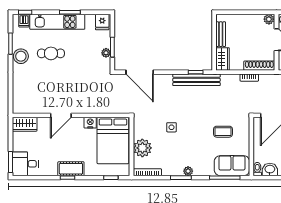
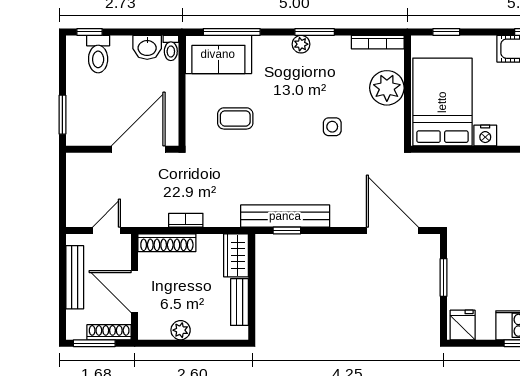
plant: (269, 19) -> (181, 330), moved
plant: (106, 53) -> (455, 267), removed

